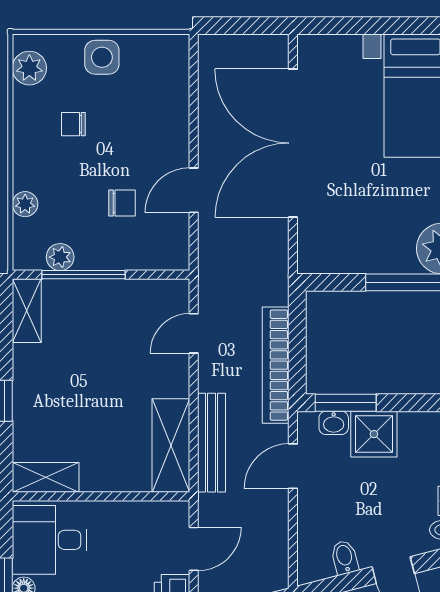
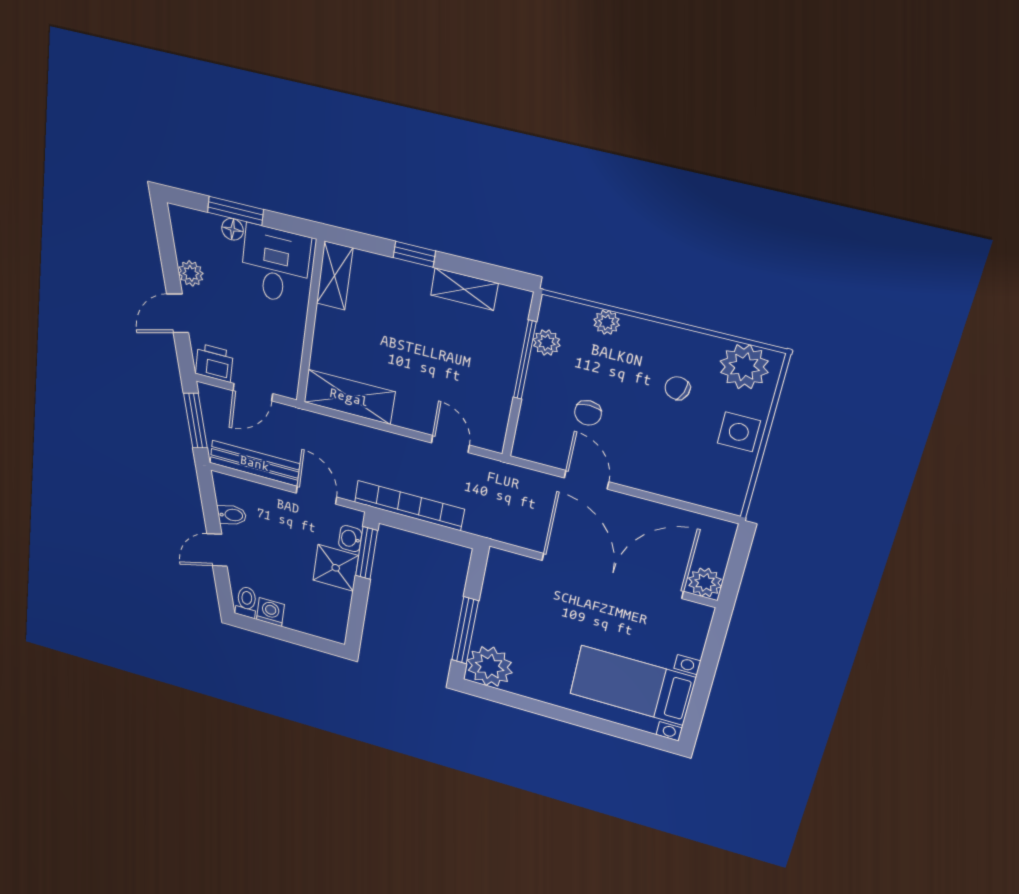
plant: (272, 51) -> (705, 582), added
plant: (29, 68) -> (744, 367), width x1.36, depth x1.36
chair: (73, 124) -> (677, 388), turned -71
shelving: (27, 311) -> (464, 289), moved
bench: (212, 443) -> (255, 463), moved
door: (194, 549) -> (253, 392), hinge flipped

